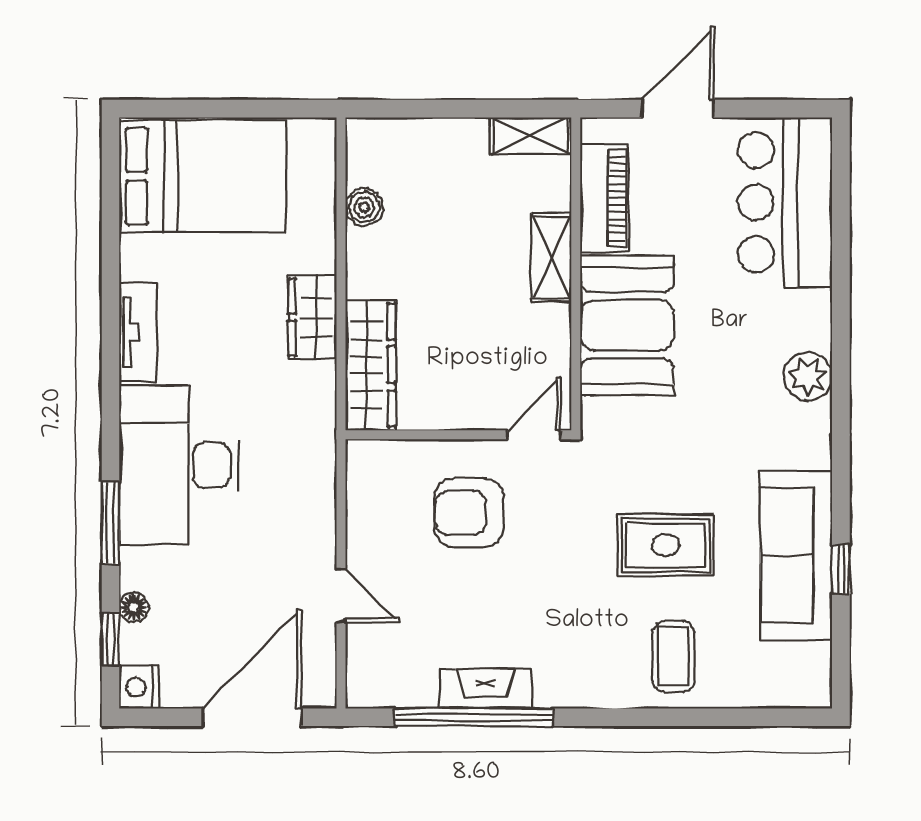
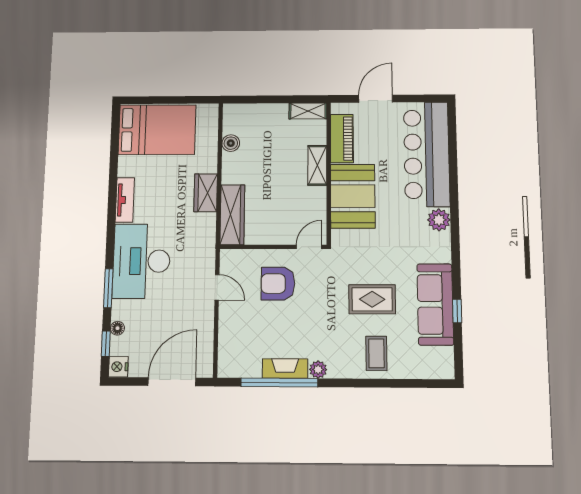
bar counter: (785, 202) -> (427, 154), width x1.36
door: (341, 596) -> (217, 287), moved
plant: (554, 690) -> (318, 370), added

